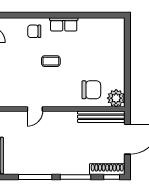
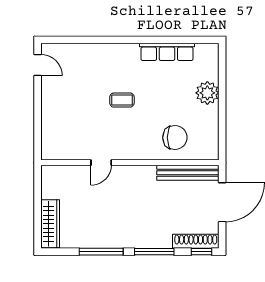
row of seats: (64, 24) -> (167, 52), moved, width x1.48
chair: (34, 31) -> (100, 61), removed
plant: (116, 98) -> (207, 93), moved

